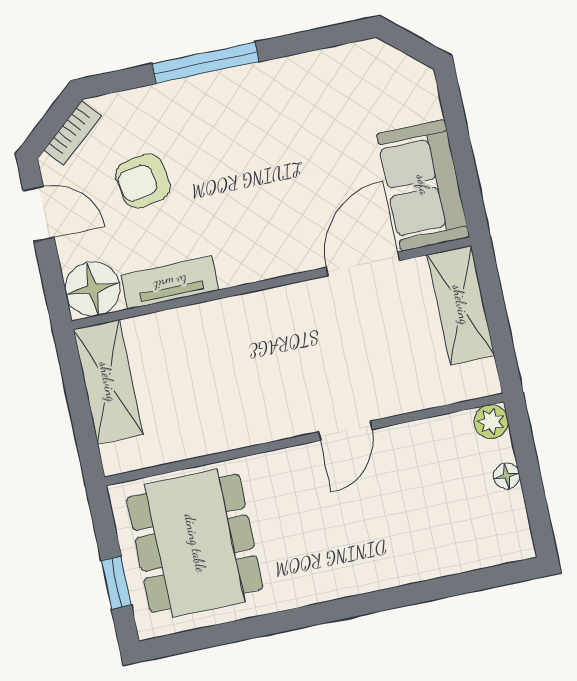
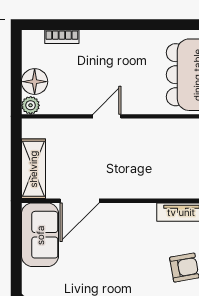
floor lamp: (507, 476) -> (35, 82), width x1.89, depth x1.89
bookcase: (460, 561) -> (62, 37), added

